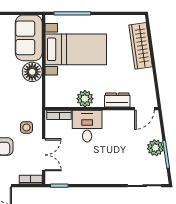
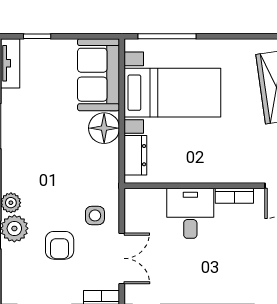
plant: (85, 99) -> (187, 170), removed
dresser: (117, 100) -> (135, 155), moved, turned 90
bookcase: (59, 115) -> (234, 196), moved

